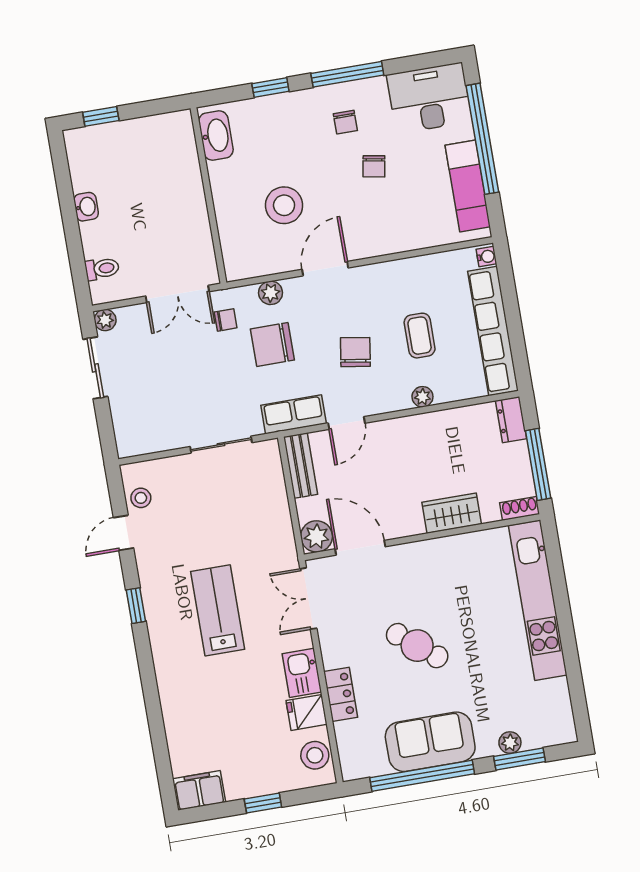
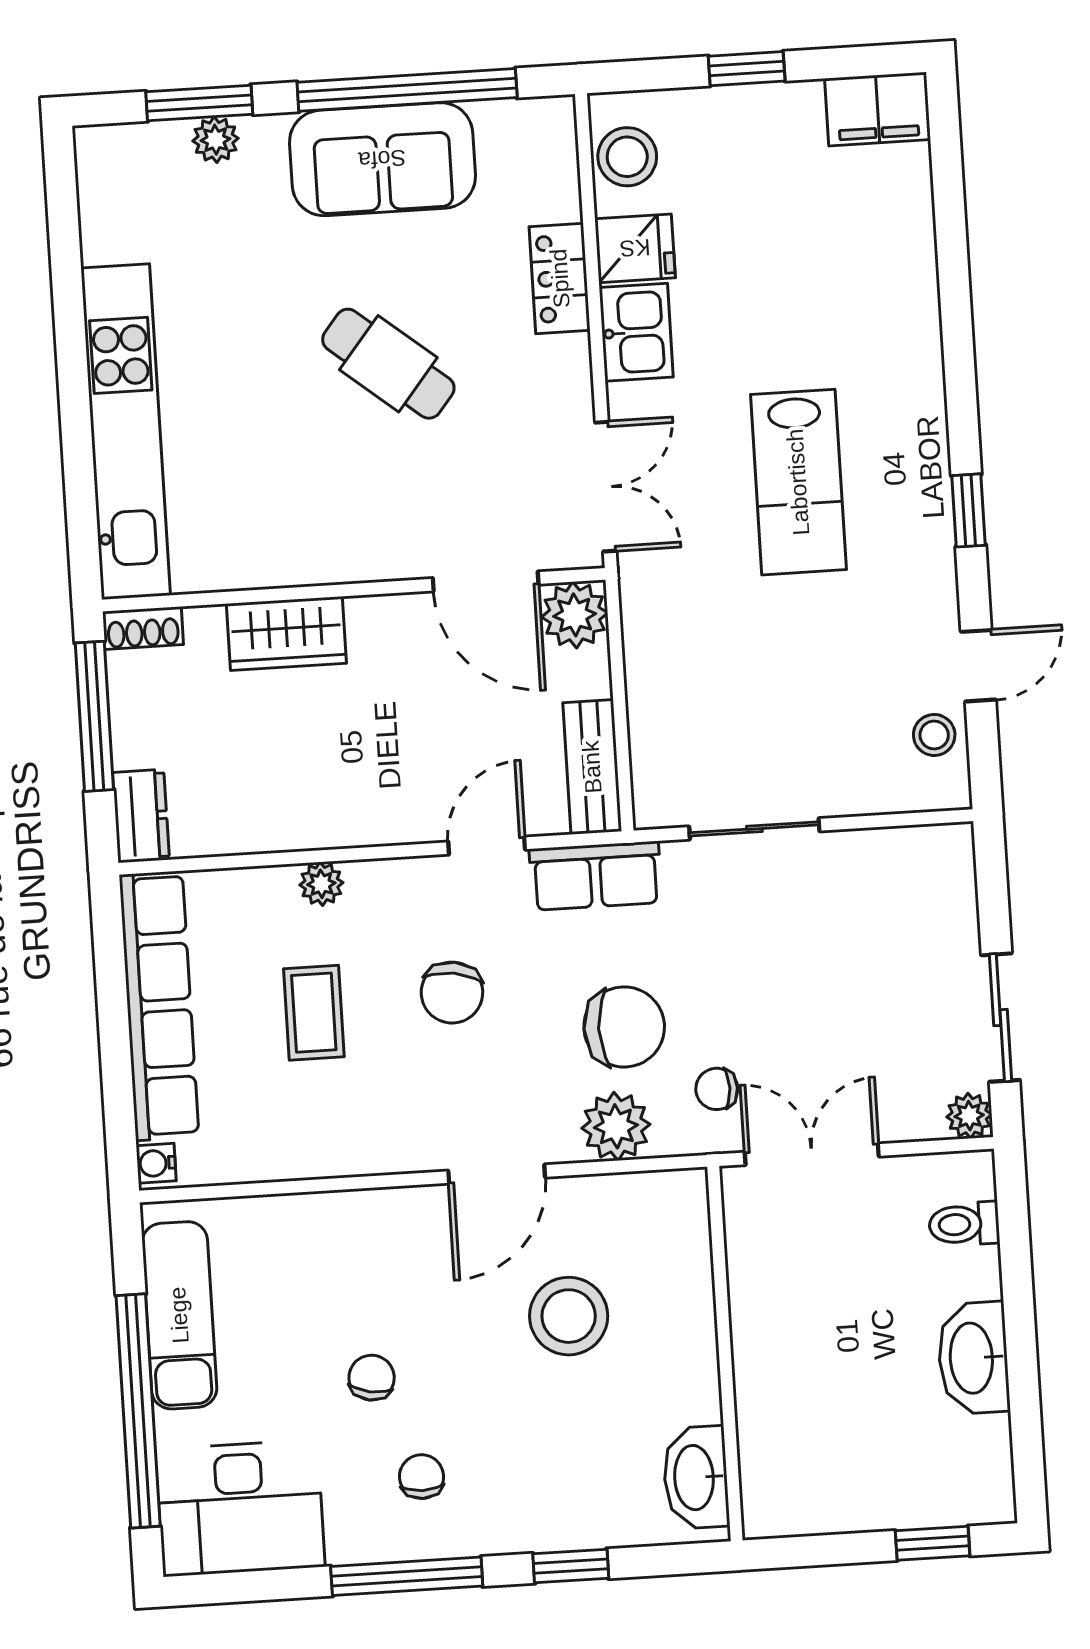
washbasin: (86, 207) -> (973, 1358), width x1.91, depth x1.45
plant: (271, 293) -> (616, 1126), width x1.38, depth x1.38

